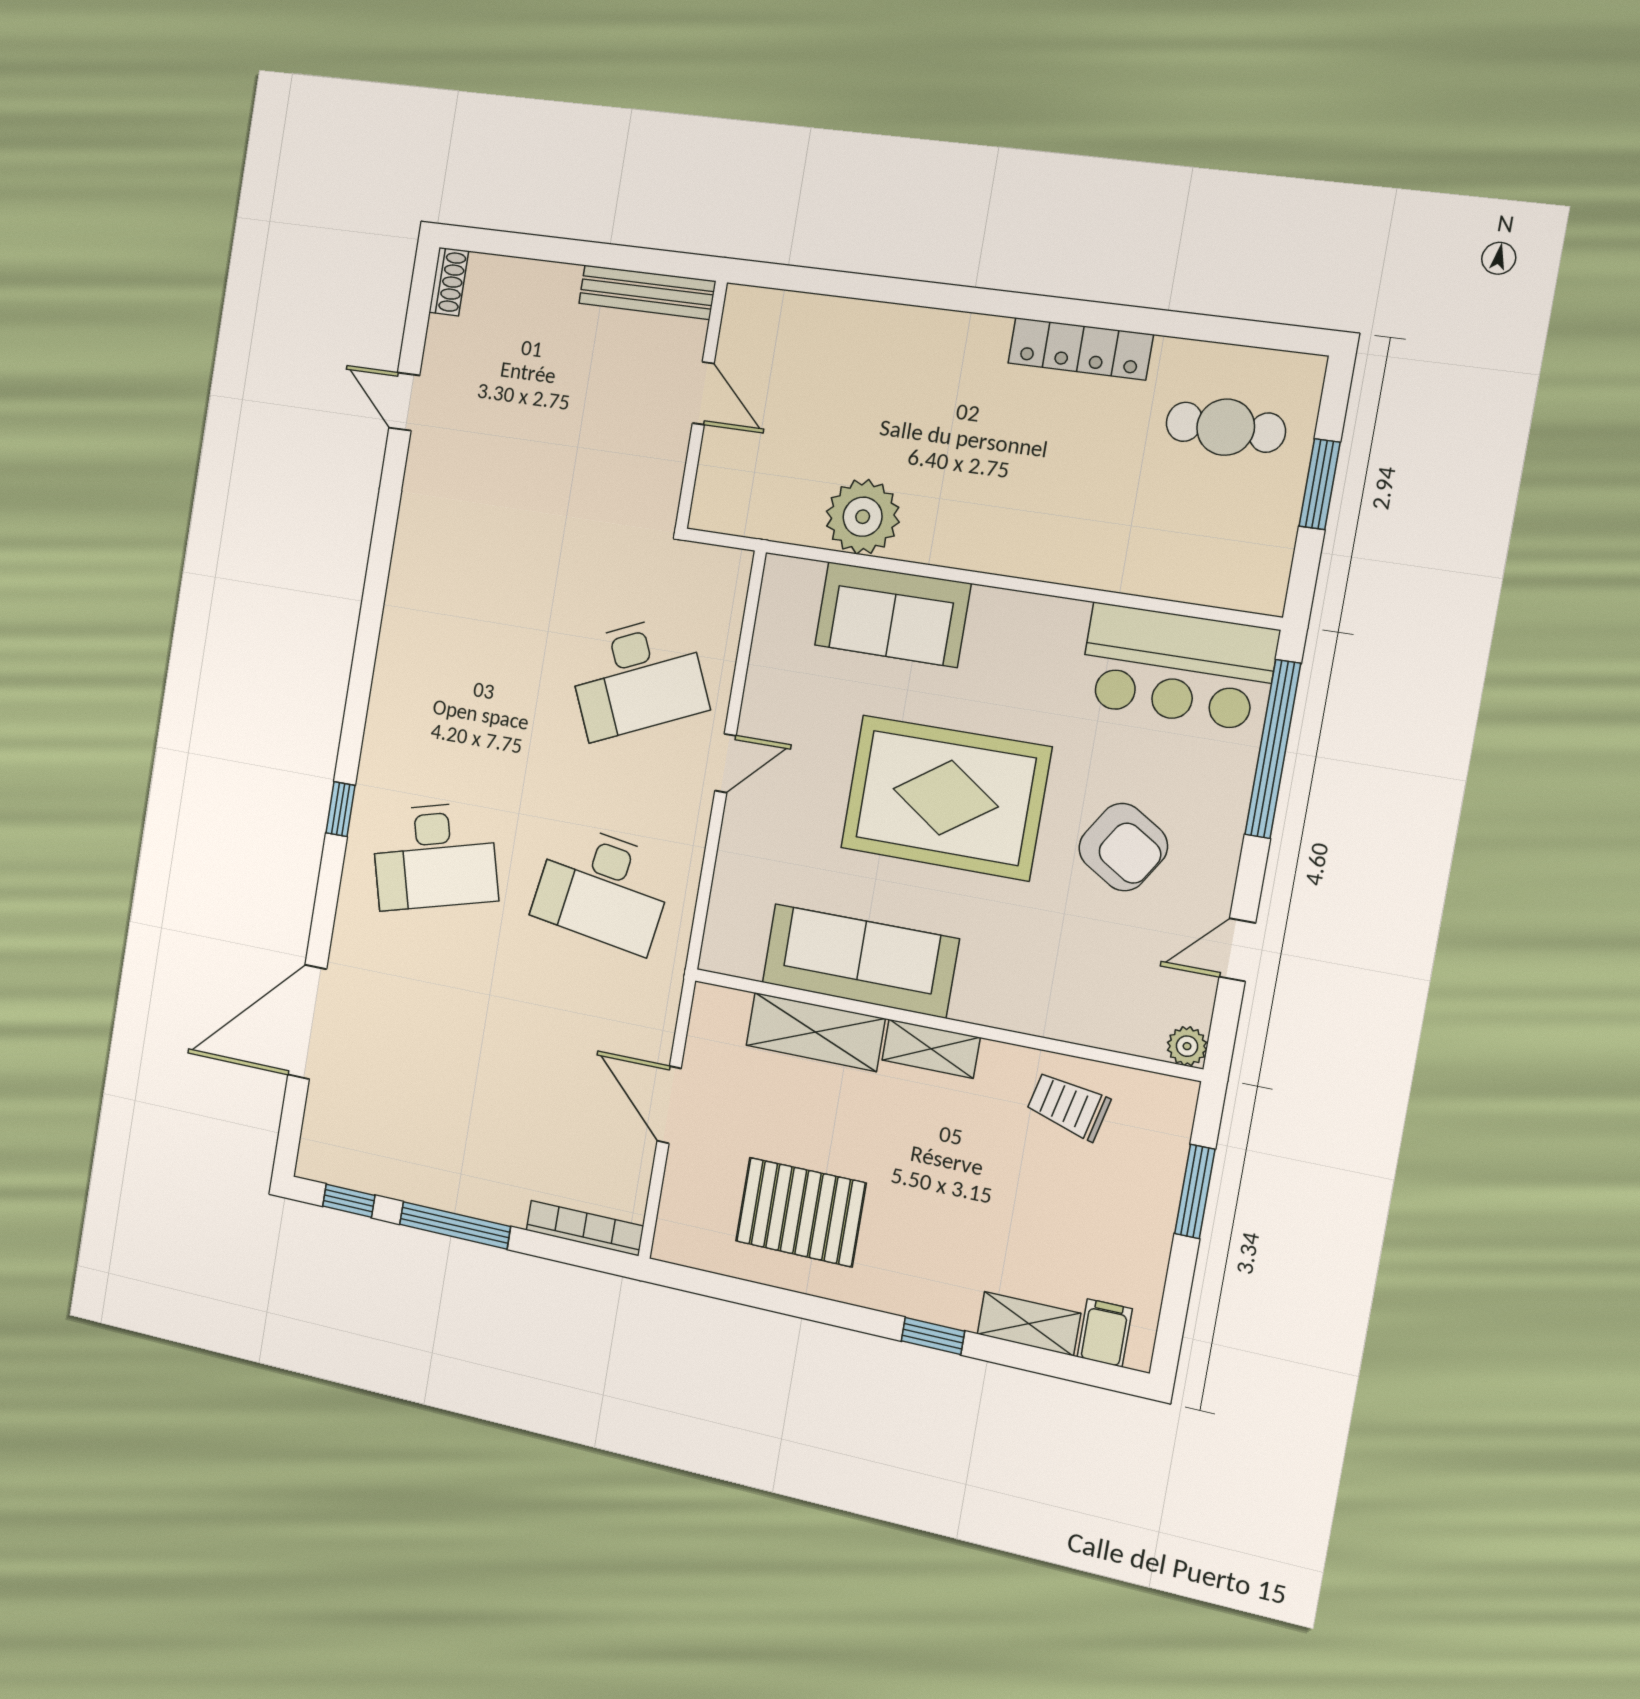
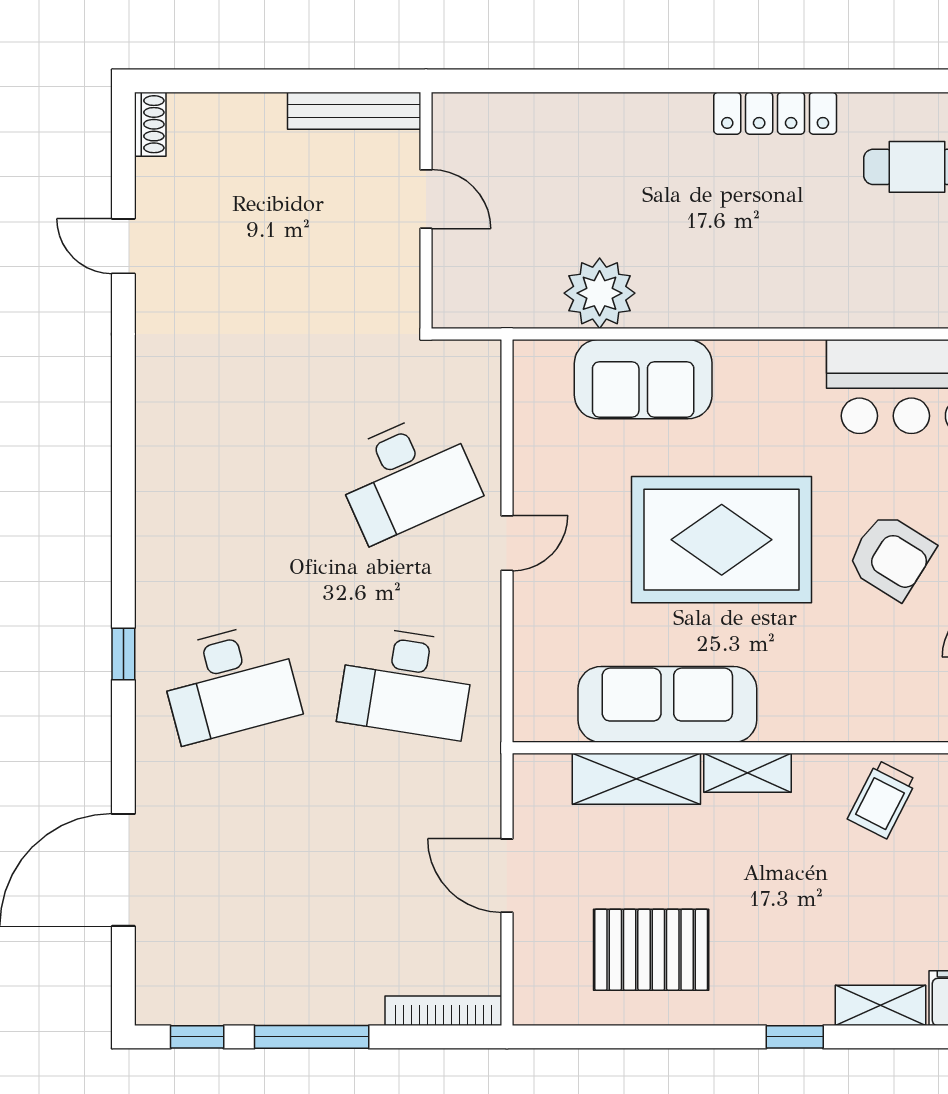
trolley: (1068, 1106) -> (882, 799), turned -76

